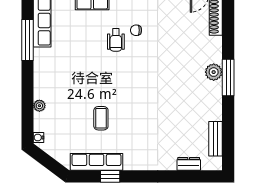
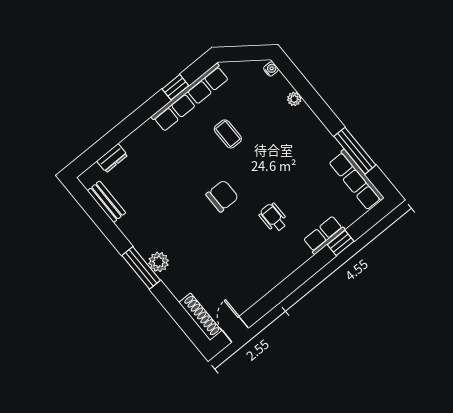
chair: (136, 30) -> (222, 196), moved, width x1.87, depth x1.87
row of seats: (97, 162) -> (190, 97), width x1.36

